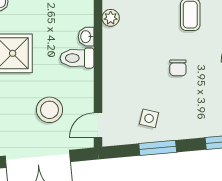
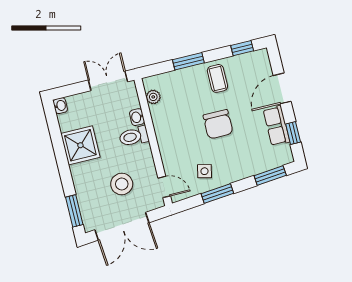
chair: (178, 68) -> (218, 124), width x1.87, depth x1.87
door: (98, 125) -> (164, 187), swing flipped

